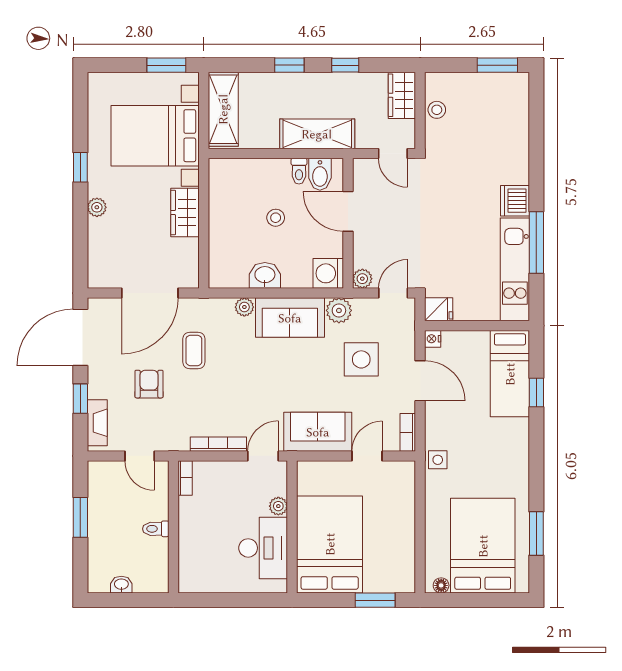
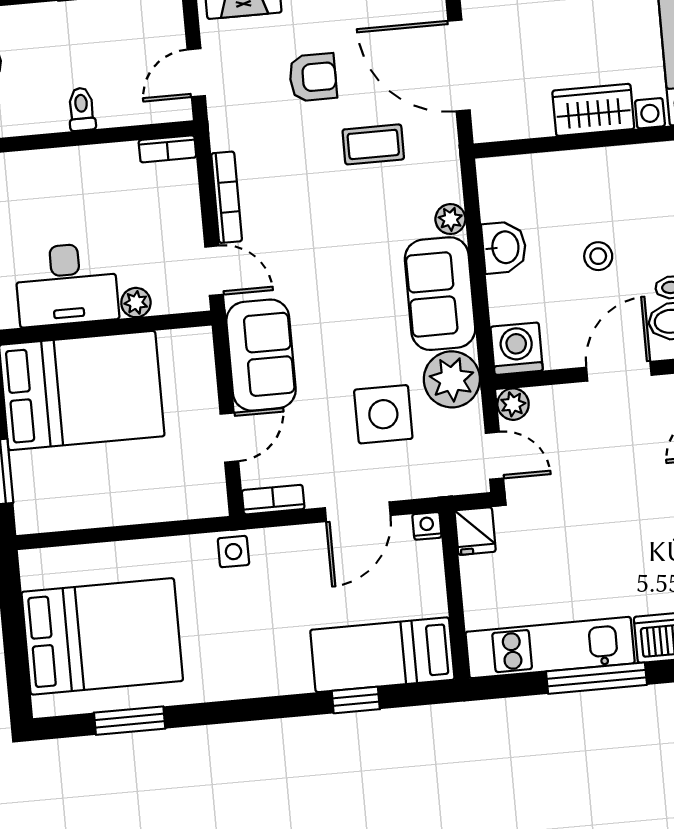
plant: (339, 310) -> (452, 379), width x1.36, depth x1.36
door: (367, 456) -> (229, 438), hinge flipped
floor lamp: (441, 585) -> (32, 575), removed

